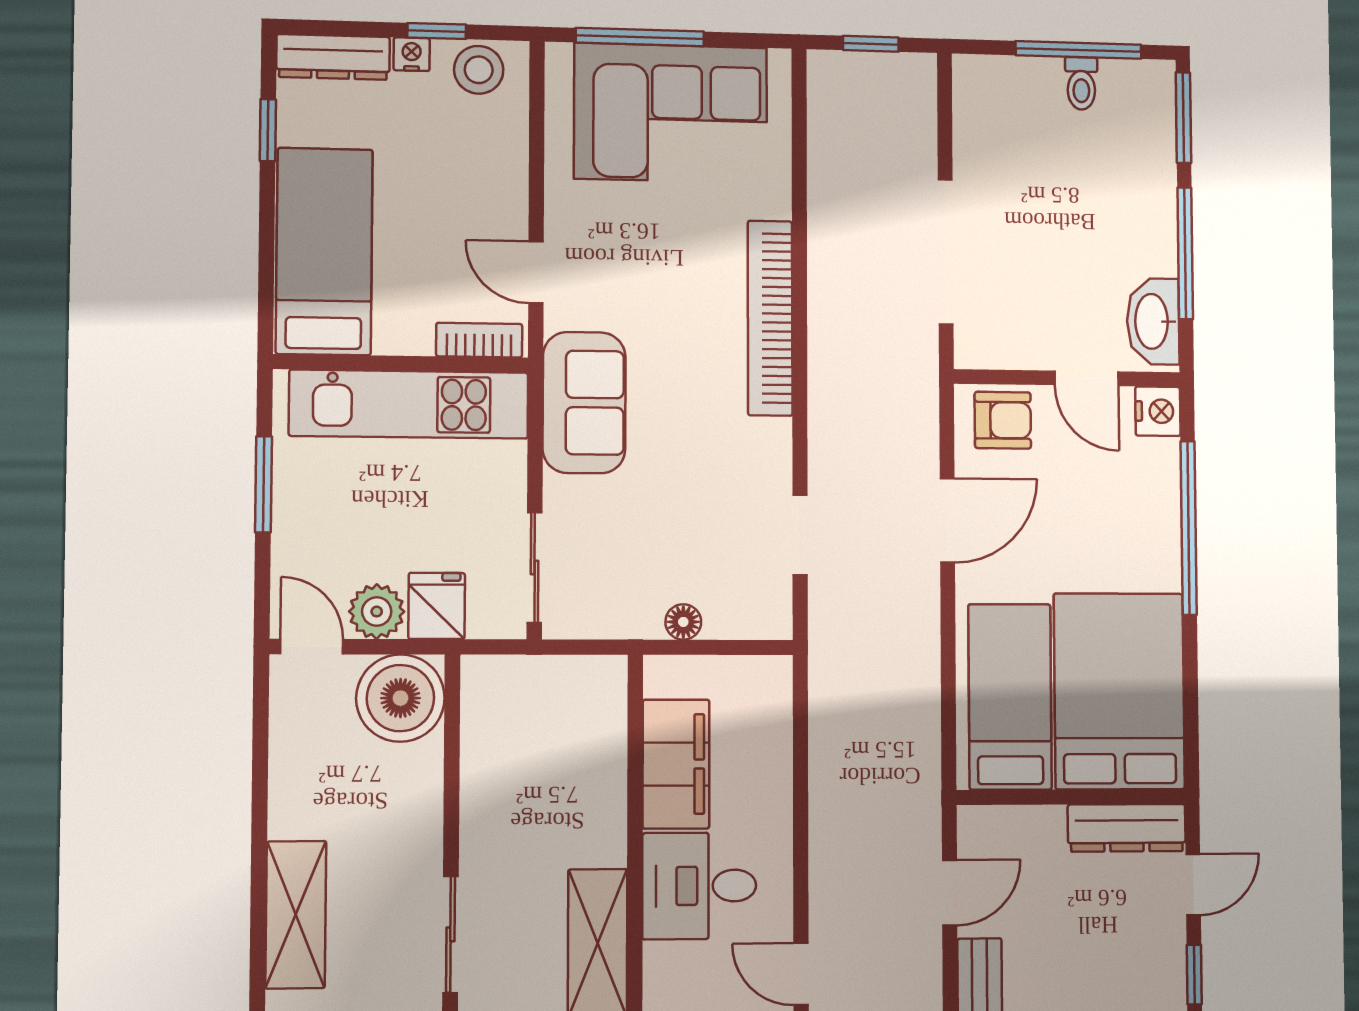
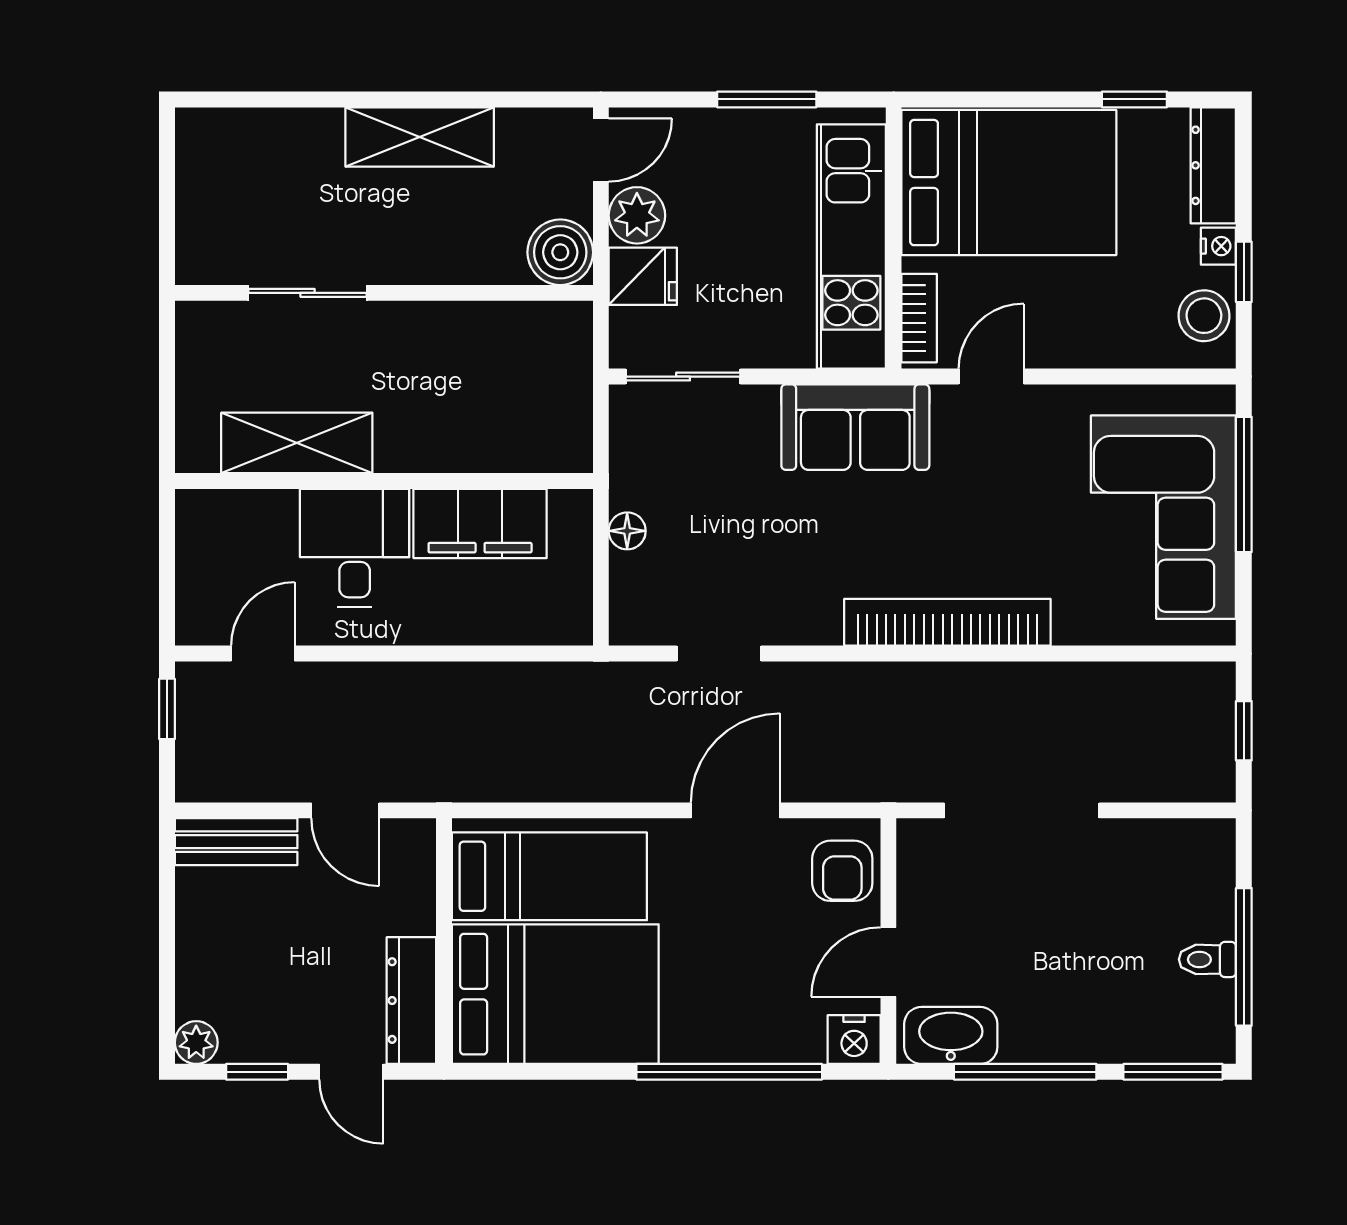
bed: (324, 251) -> (1009, 183), width x1.50
door: (947, 520) -> (735, 810), swing flipped
boiler: (400, 698) -> (560, 252), width x0.73, depth x0.73
shelving: (296, 915) -> (420, 137), moved

